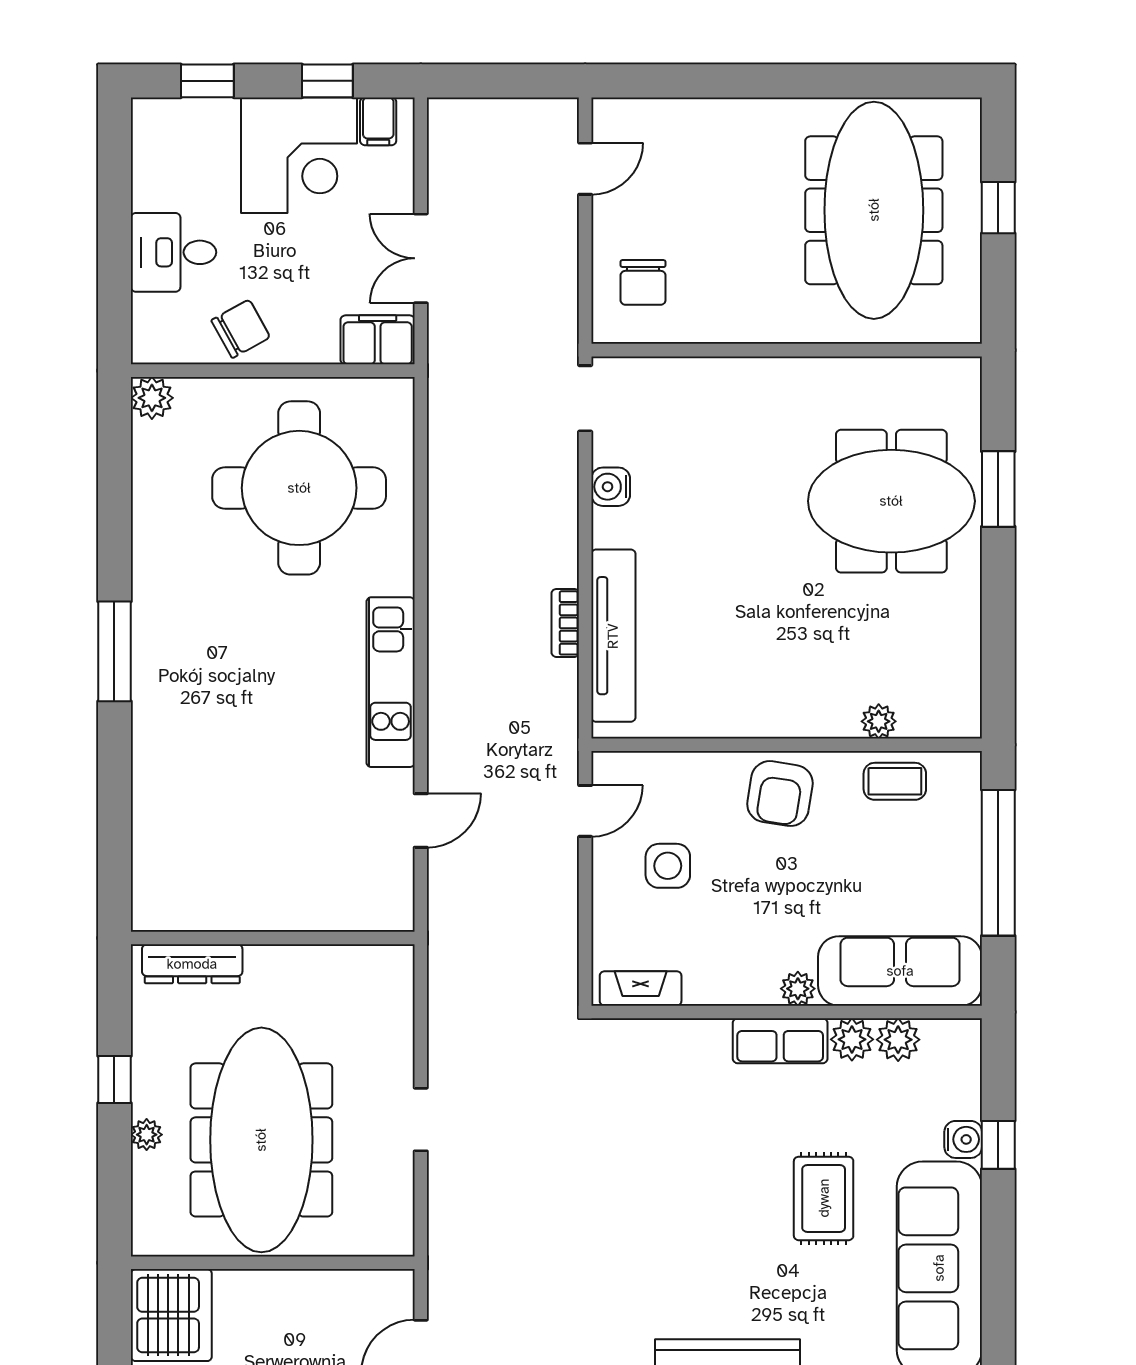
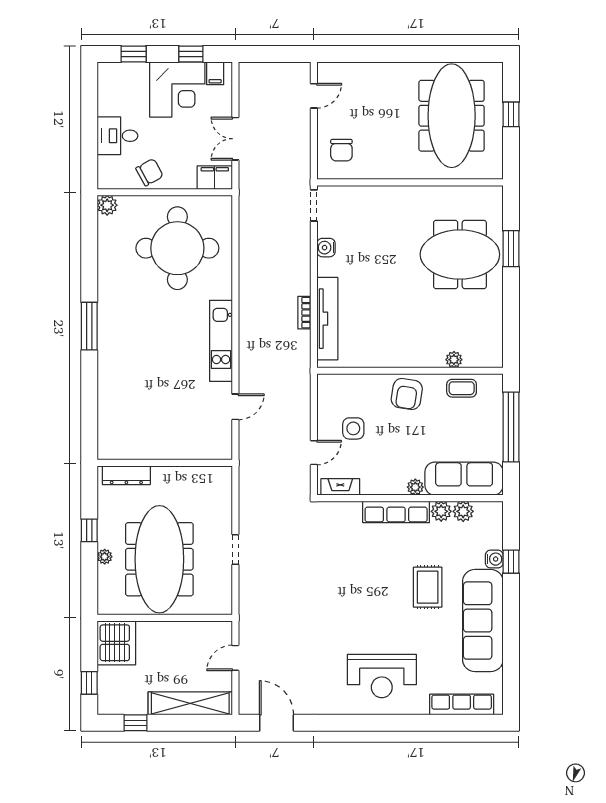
door: (585, 811) -> (314, 453), moved
row of seats: (780, 1041) -> (396, 512), width x1.48

